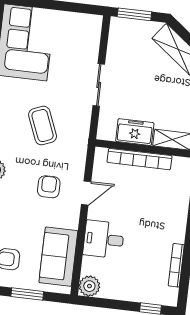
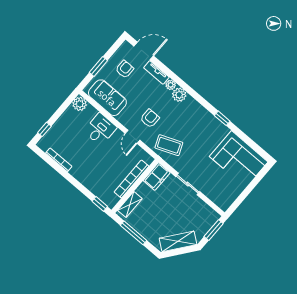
coffee table: (43, 126) -> (169, 145), moved
freezer: (135, 132) -> (157, 177), moved
armchair: (49, 187) -> (150, 118), turned -90

